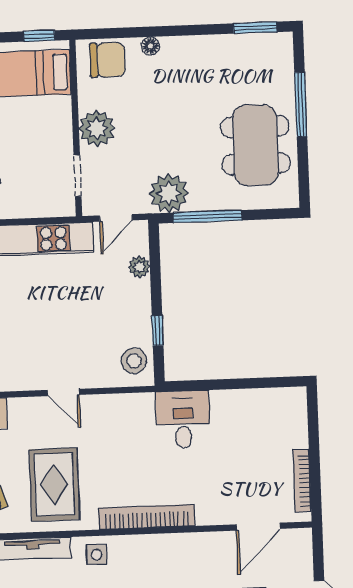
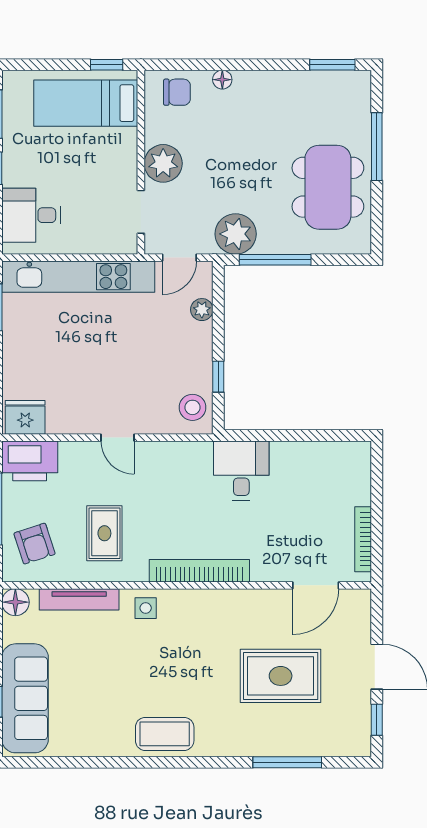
chair: (107, 60) -> (177, 92), width x0.73, depth x0.73
rug: (54, 484) -> (104, 533), width x0.73, depth x0.70

